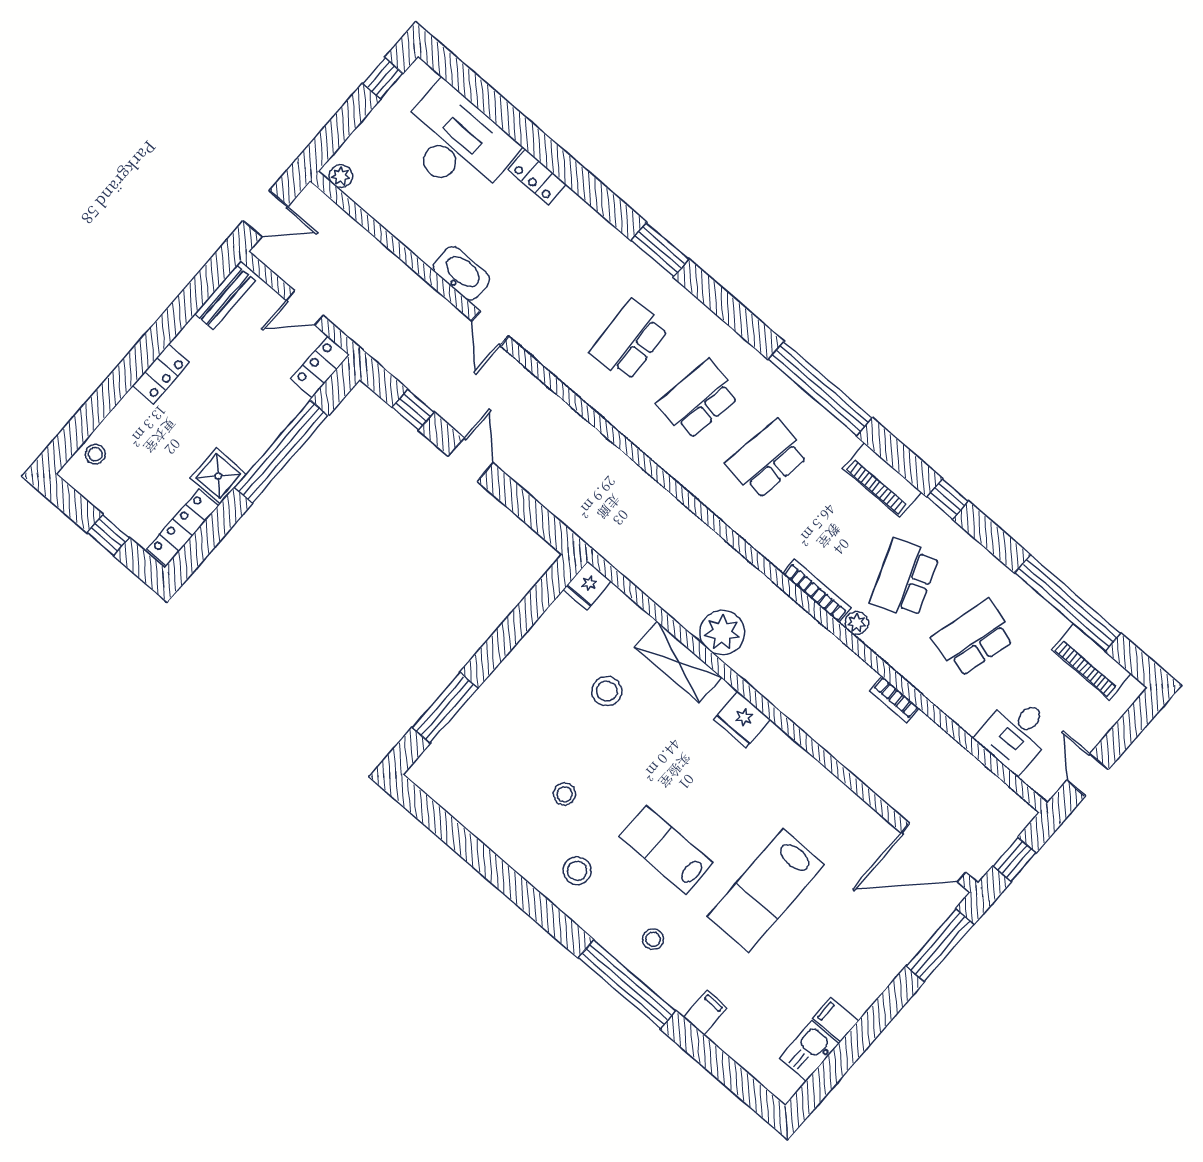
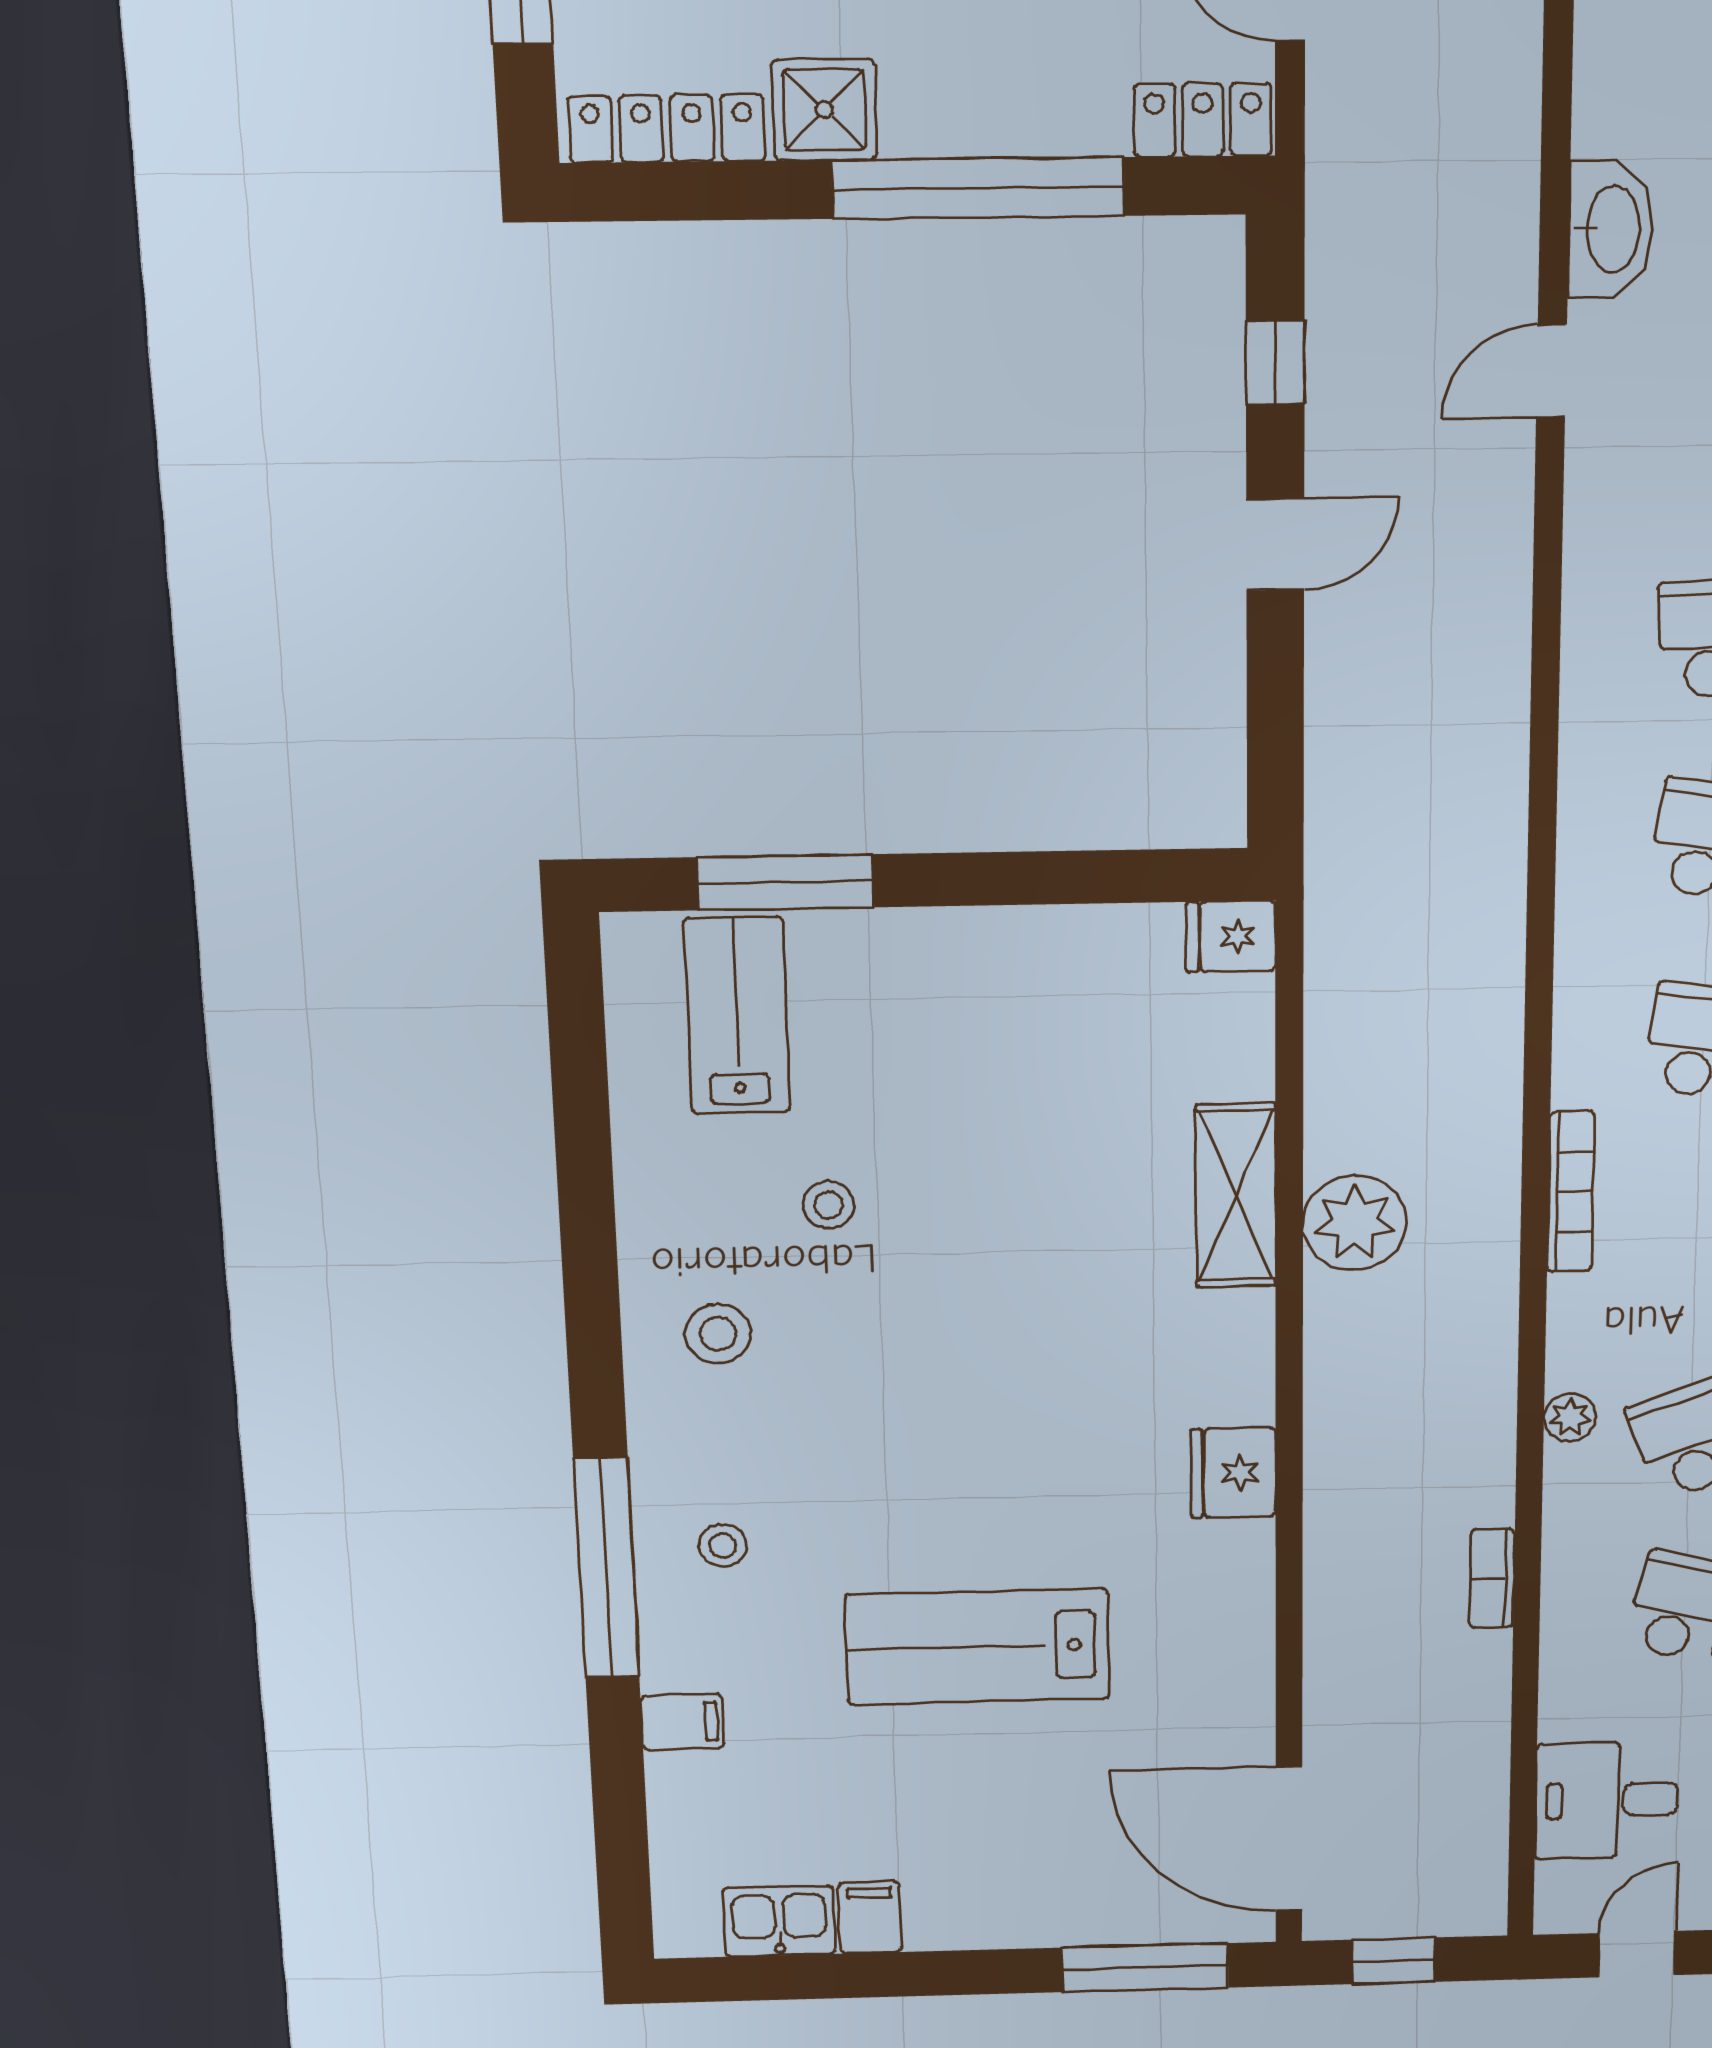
bookcase: (817, 591) -> (1571, 1192), moved
stool: (607, 691) -> (1074, 1124), removed
fridge: (742, 720) -> (1233, 1473), moved
lab bench: (666, 850) -> (737, 1016), moved

